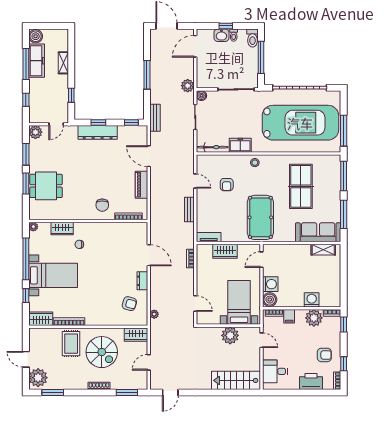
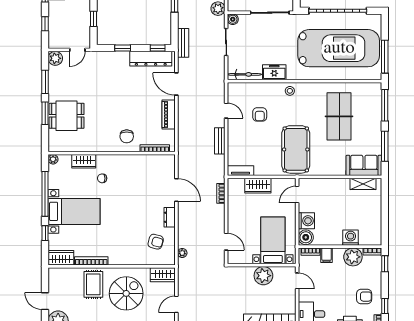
dresser: (98, 132) -> (151, 59), moved
sofa: (318, 232) -> (364, 165), width x0.73
spiral stairs: (102, 352) -> (126, 293), turned -90

